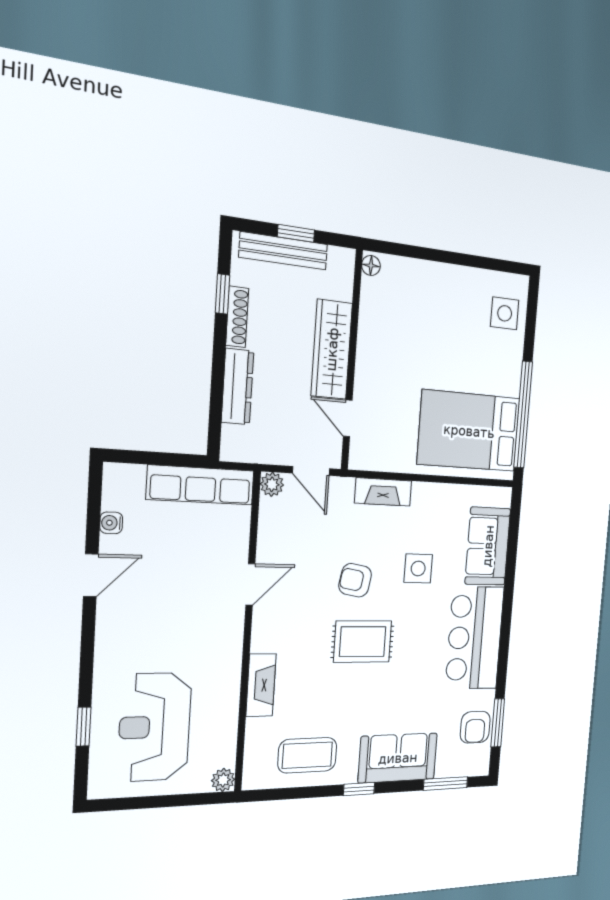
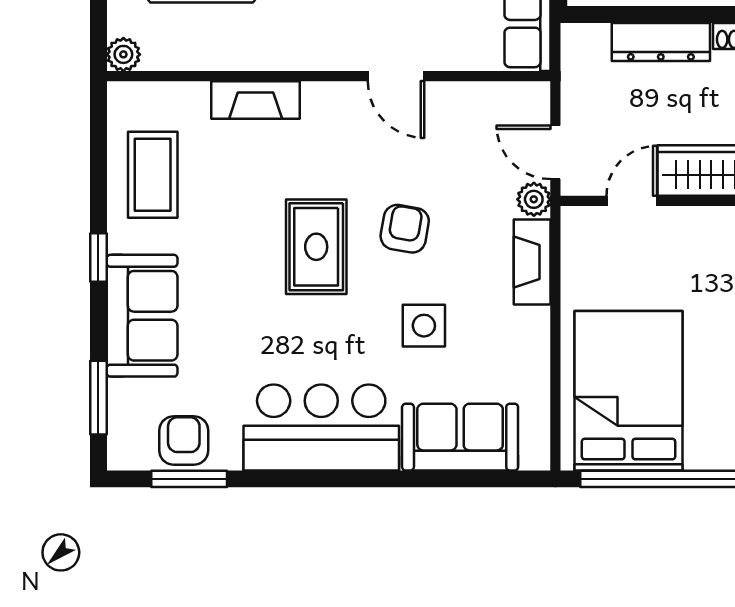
door: (311, 471) -> (555, 152), hinge flipped
plant: (272, 484) -> (534, 199), moved
armchair: (475, 727) -> (184, 441), turned 90

